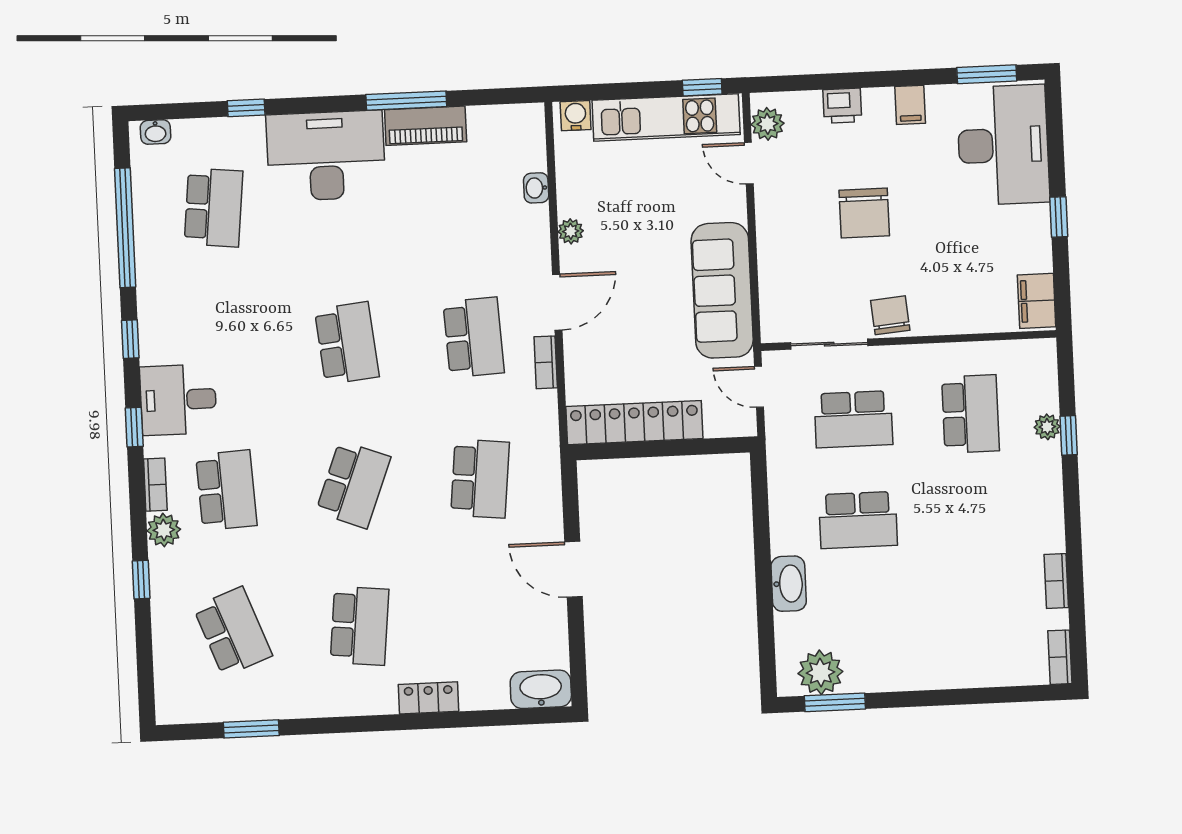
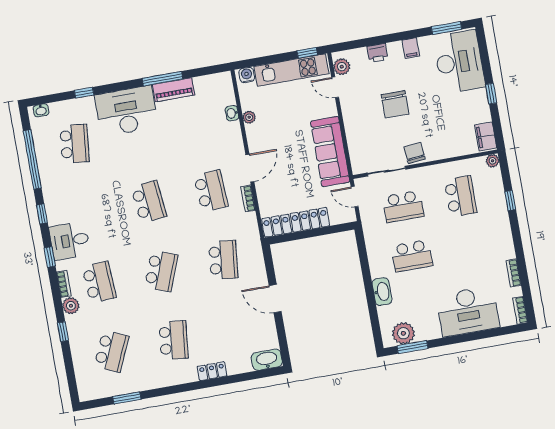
plant: (571, 231) -> (249, 117), moved
plant: (1047, 427) -> (492, 161), moved
school desk: (233, 632) -> (111, 351), turned 45
desk: (955, 645) -> (468, 311), added

